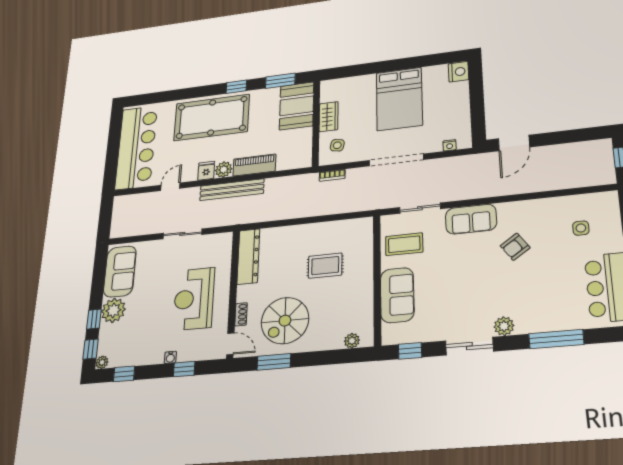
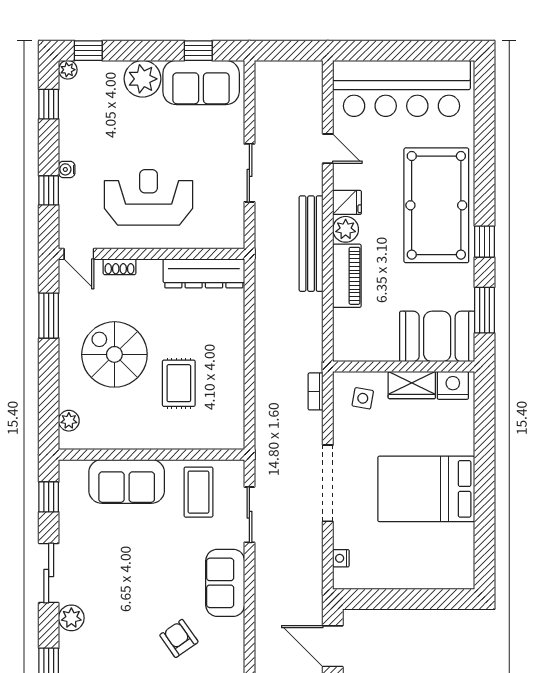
nightstand: (459, 72) -> (453, 385), moved, turned 180
window: (94, 319) -> (198, 51), moved
spiral stairs: (285, 321) -> (114, 354), moved
door: (230, 344) -> (79, 254), hinge flipped

